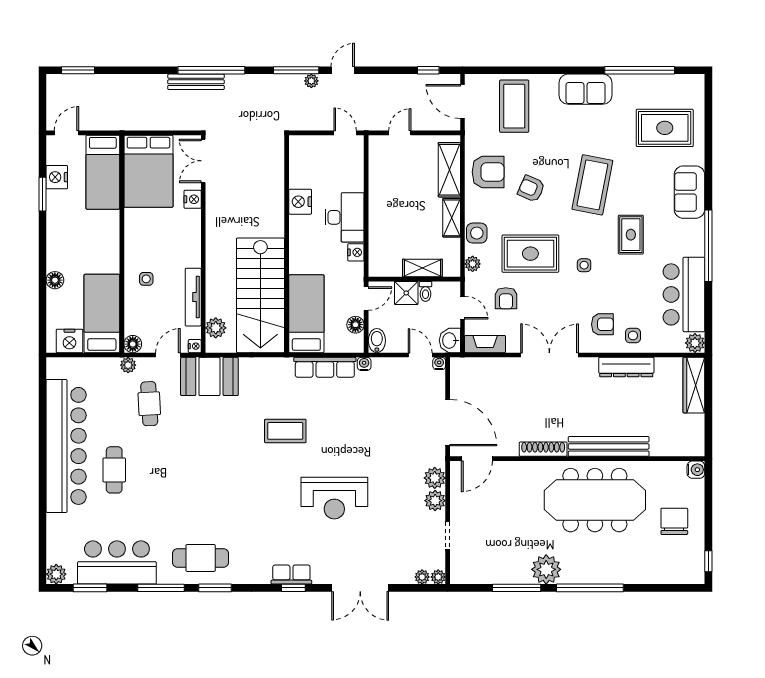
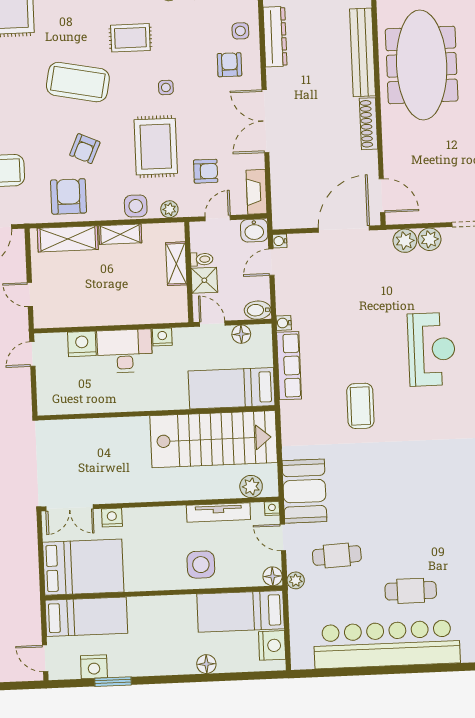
nightstand: (300, 202) -> (82, 344), moved, turned 180
side table: (146, 279) -> (201, 565), width x1.87, depth x1.87

